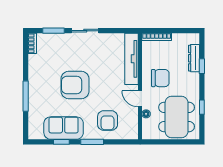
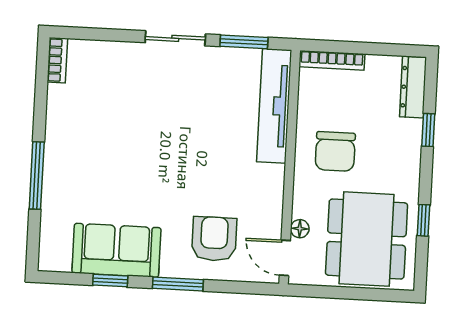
window: (53, 31) -> (244, 42), moved
dresser: (194, 58) -> (413, 87), moved
chair: (160, 78) -> (335, 151), turned 90
armchair: (75, 85) -> (147, 157), removed
door: (140, 99) -> (285, 258), moved
armchair: (108, 121) -> (214, 239), turned 180

